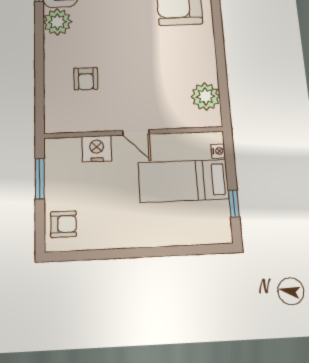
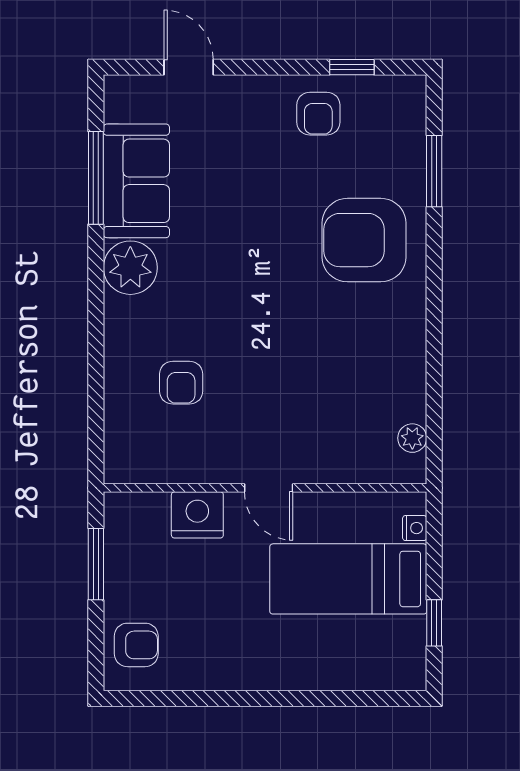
plant: (205, 97) -> (412, 438), width x0.53, depth x0.53

